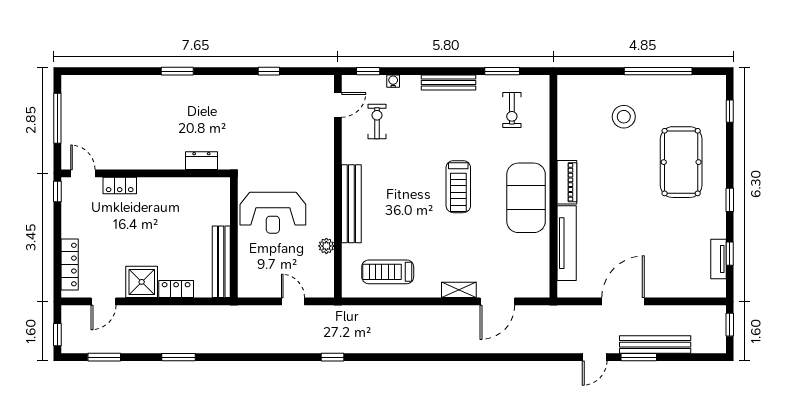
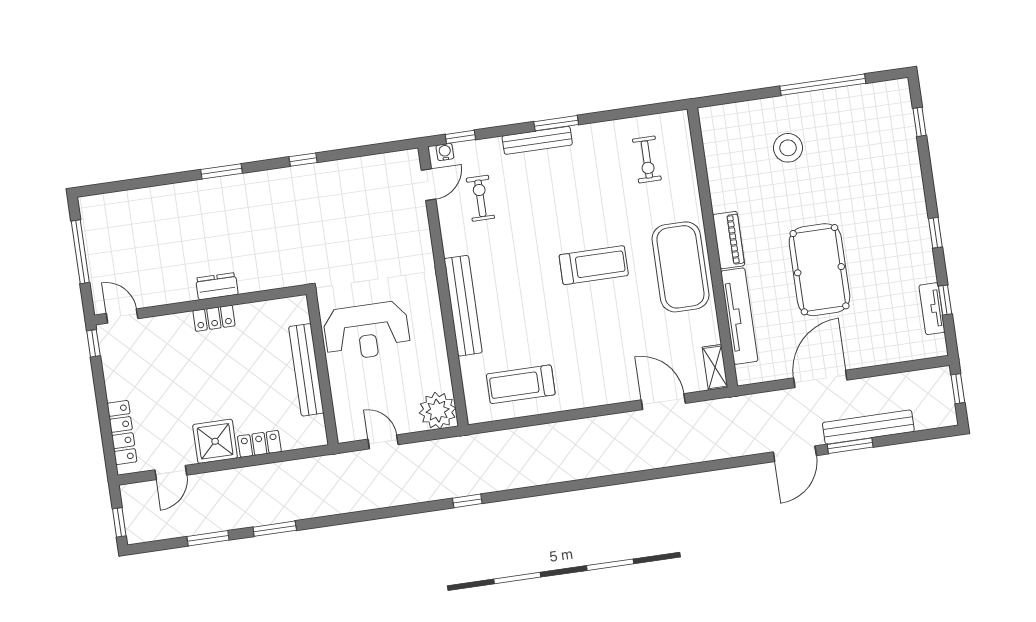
window: (269, 71) -> (303, 160), moved
window: (502, 71) -> (556, 123), moved
water cooler: (393, 81) -> (445, 152), moved
bench: (449, 82) -> (537, 140), moved
dresser: (201, 161) -> (217, 286), moved
pool table: (681, 162) -> (819, 270), moved
locker: (120, 185) -> (214, 318), moved
treadmill: (458, 187) -> (594, 265), turned -90
plant: (326, 246) -> (438, 411), moved, width x1.87, depth x1.87
bench: (221, 262) -> (306, 370), moved
shelving: (459, 290) -> (715, 367), moved, turned 90
door: (293, 301) -> (383, 442), moved
door: (497, 301) -> (663, 402), swing flipped
window: (104, 357) -> (208, 538), moved
door: (595, 357) -> (795, 454), width x1.38

